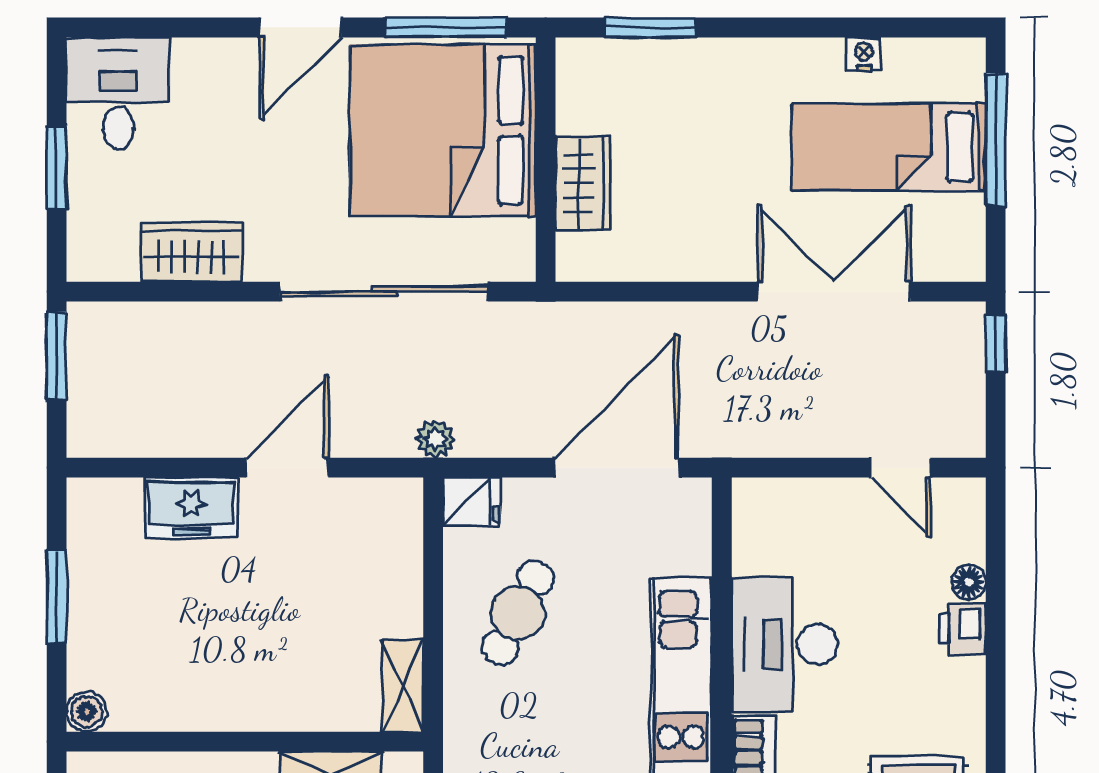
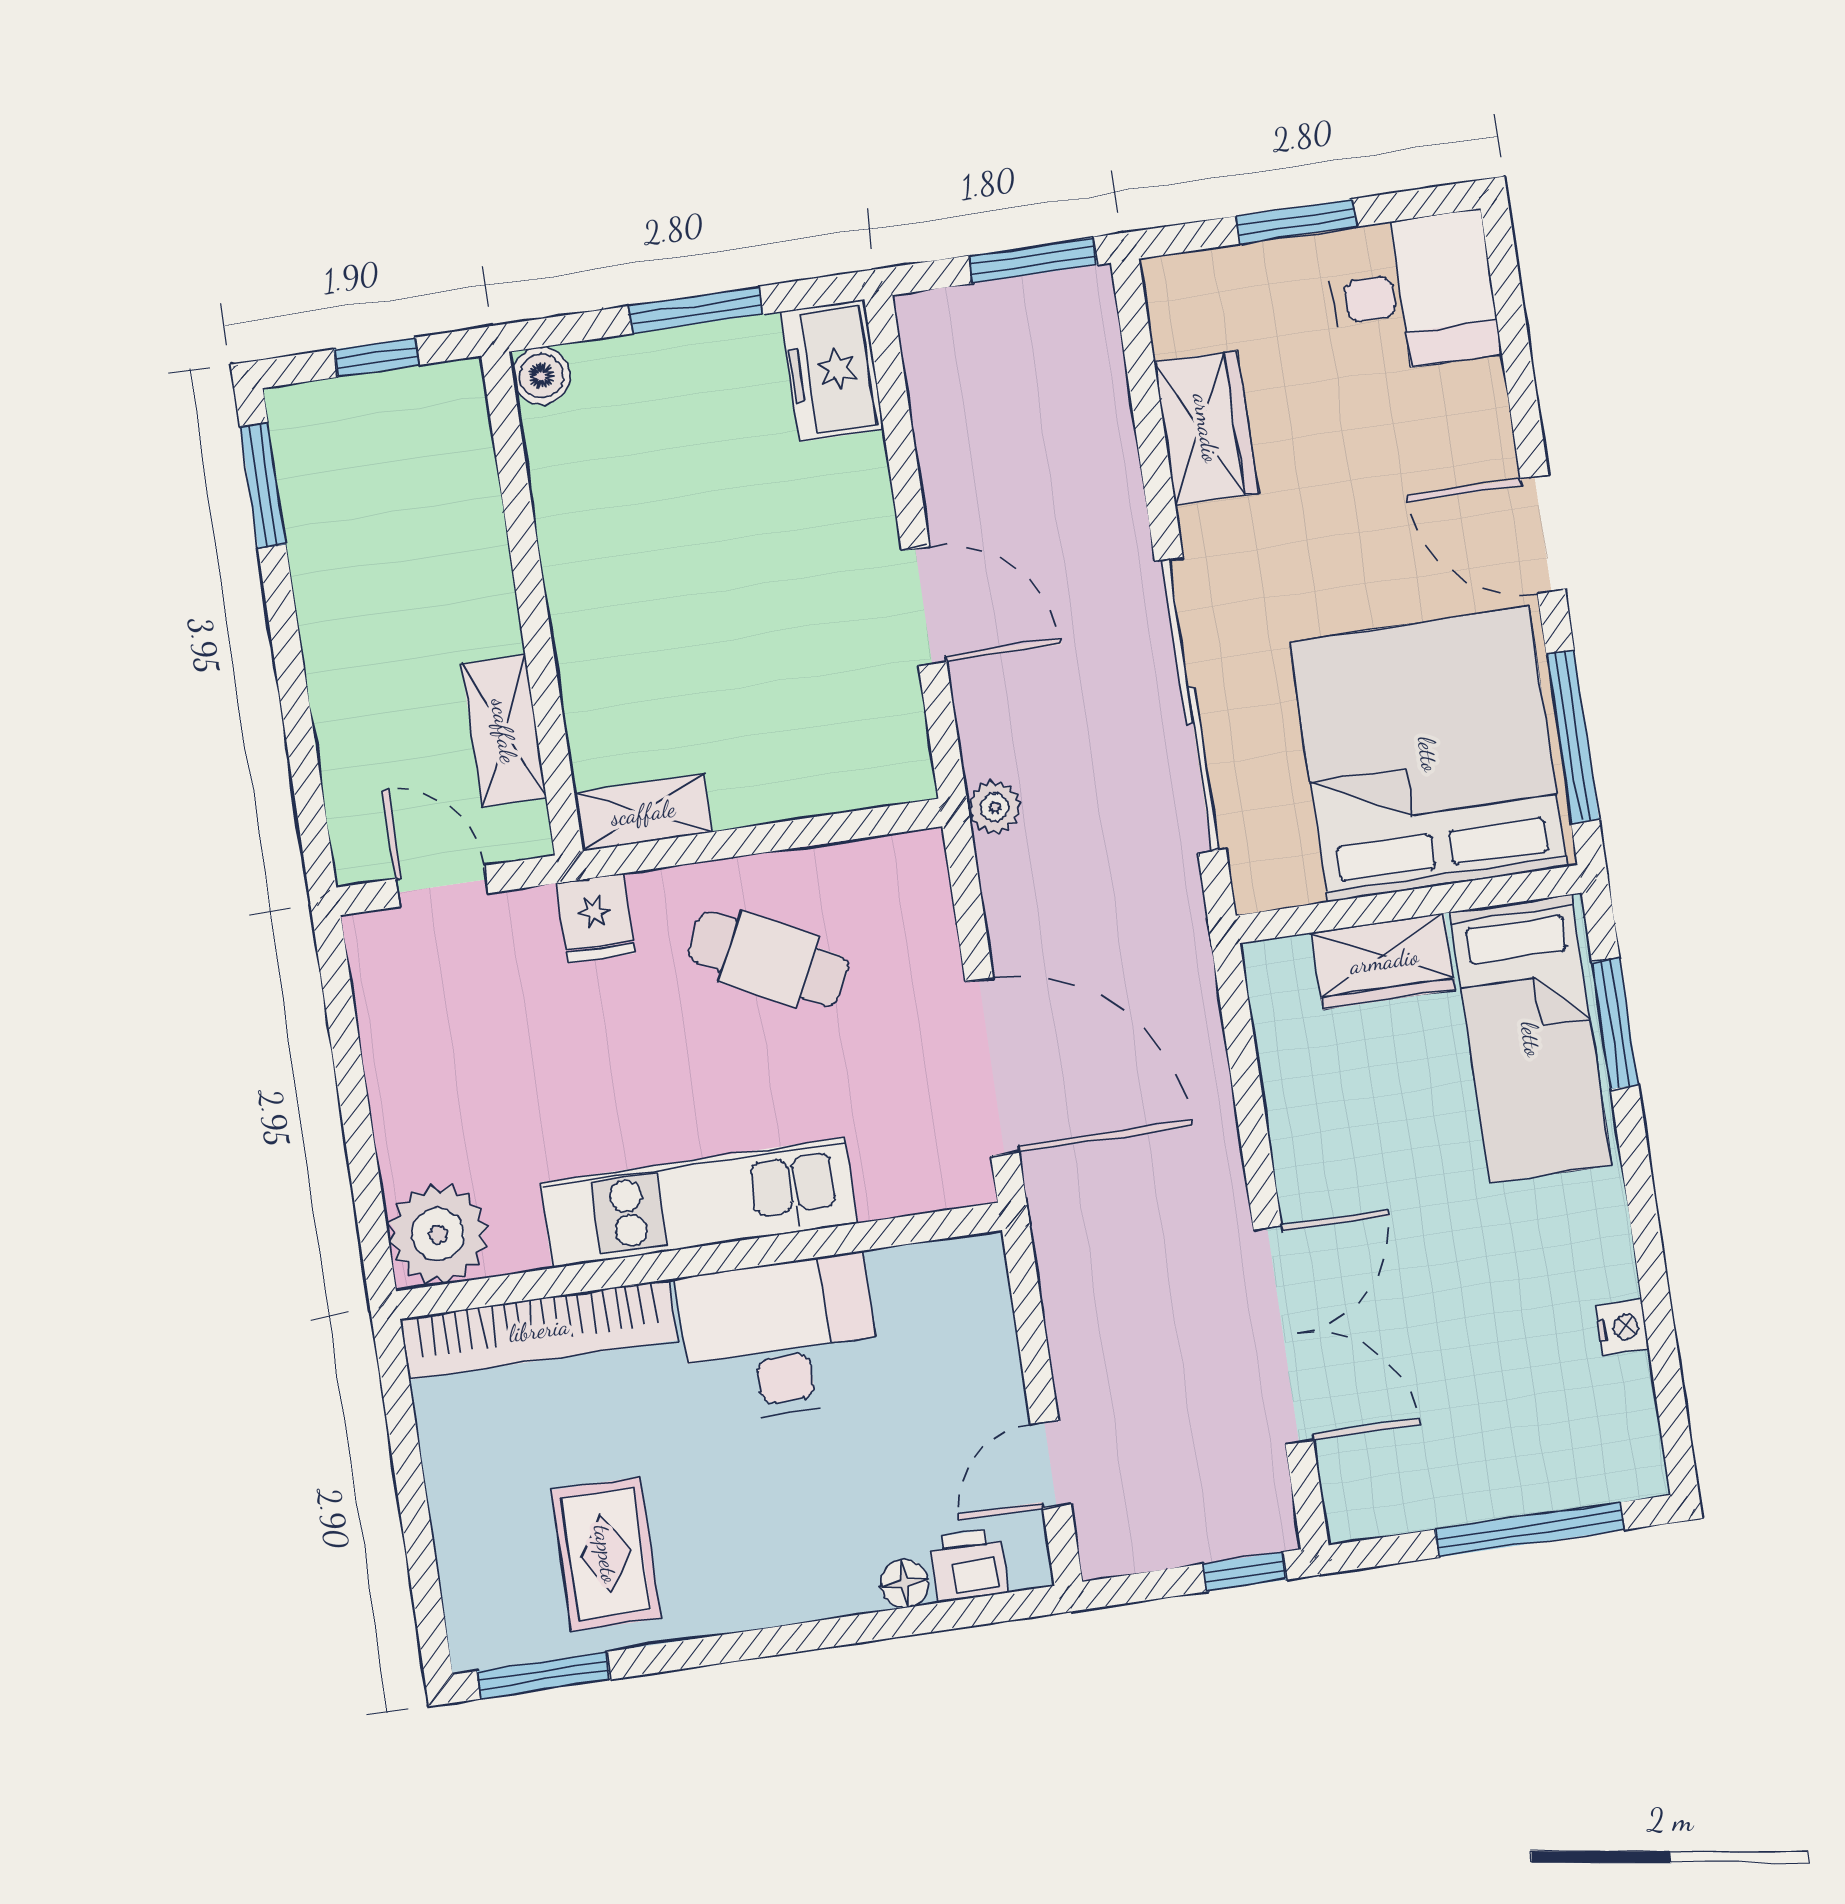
bed: (889, 147) -> (1531, 1039), moved, turned 180
fridge: (472, 502) -> (595, 918), moved
freezer: (191, 508) -> (832, 371), moved
printer: (963, 629) -> (968, 1565), moved

